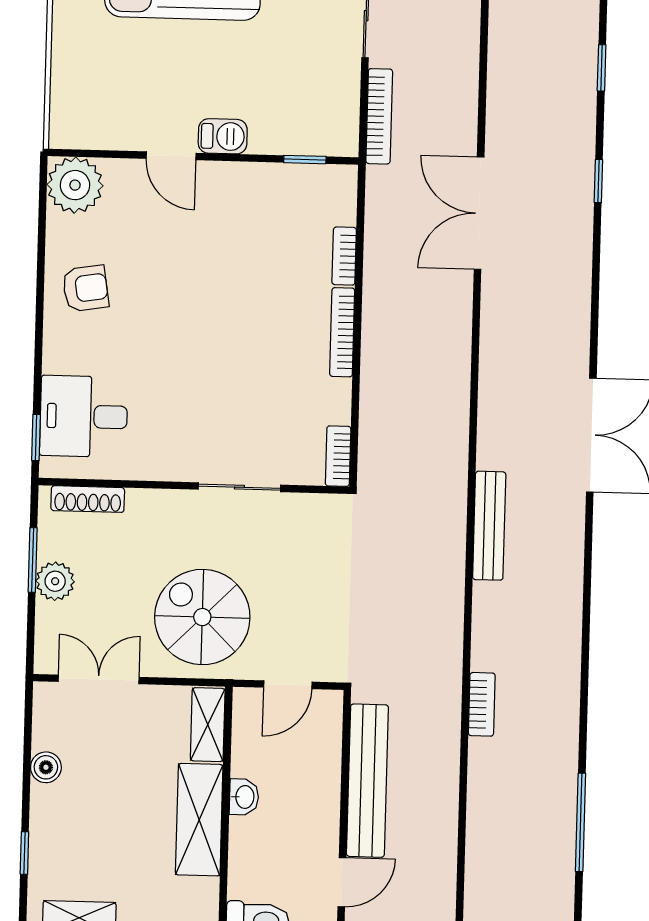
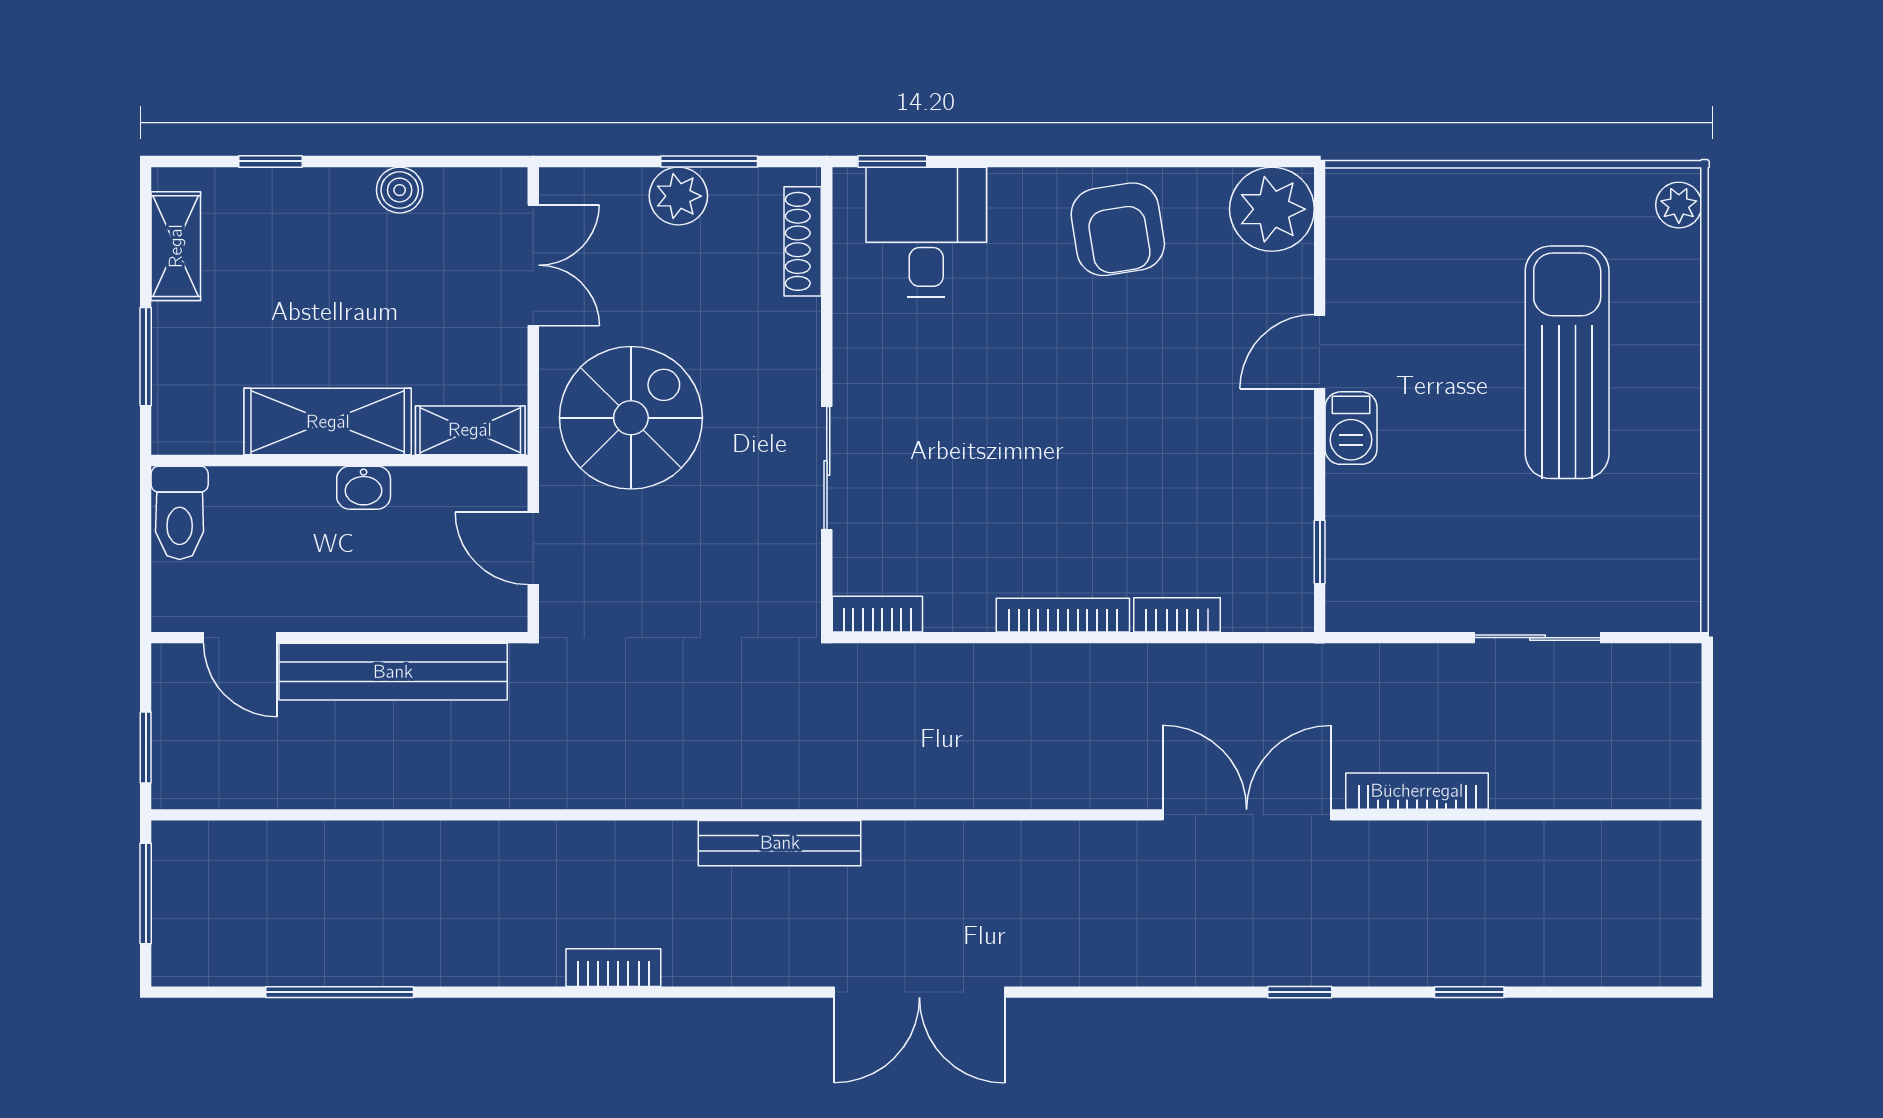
bookcase: (379, 116) -> (1417, 791), moved, turned 180
armchair: (85, 288) -> (1118, 229), width x1.38, depth x1.38
bookcase: (482, 704) -> (613, 968), moved, turned 180

